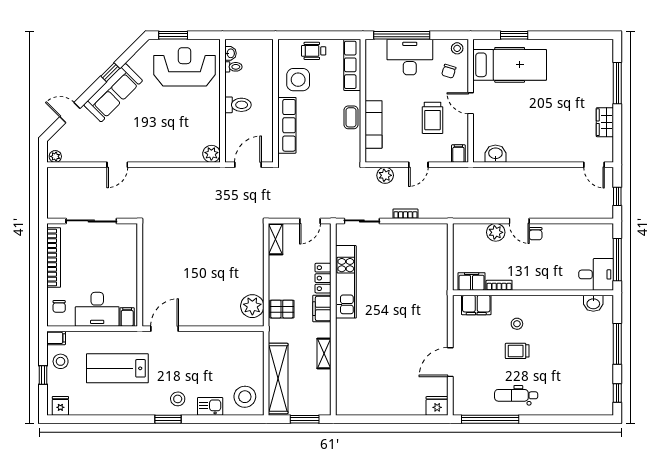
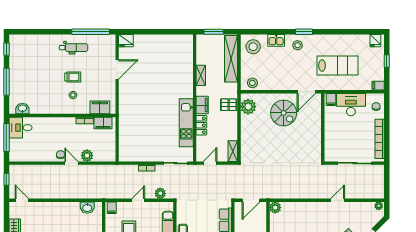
spiral stairs: (199, 297) -> (284, 113), added
stool: (61, 361) -> (252, 83), moved

